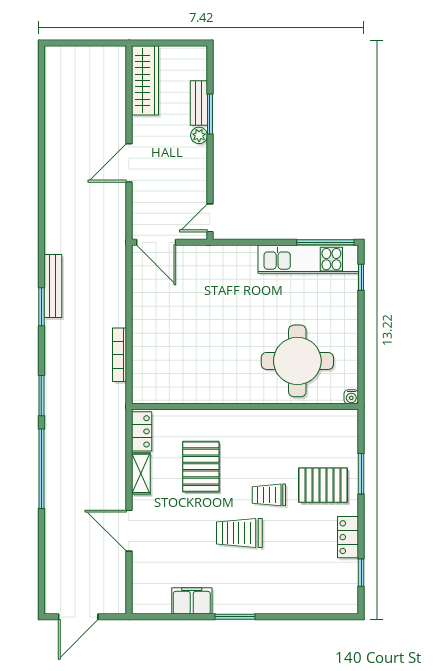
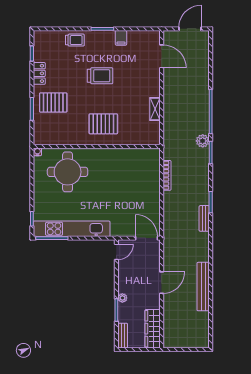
bench: (199, 103) -> (123, 336), moved
bench: (55, 156) -> (203, 287), added
kitchen unit: (308, 259) -> (72, 229), width x1.36
bench: (53, 286) -> (204, 218), width x0.73
plant: (56, 416) -> (203, 141), added
locker: (142, 431) -> (155, 133), removed
pallet: (201, 467) -> (103, 124), moved, turned 90
trolley: (269, 495) -> (75, 40), moved
door: (129, 531) -> (162, 56), moved
filing cabinet: (192, 601) -> (121, 38), width x0.50

